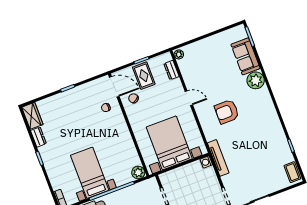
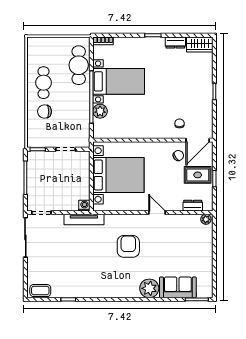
door: (189, 98) -> (157, 213), swing flipped
plant: (138, 172) -> (100, 111), moved

